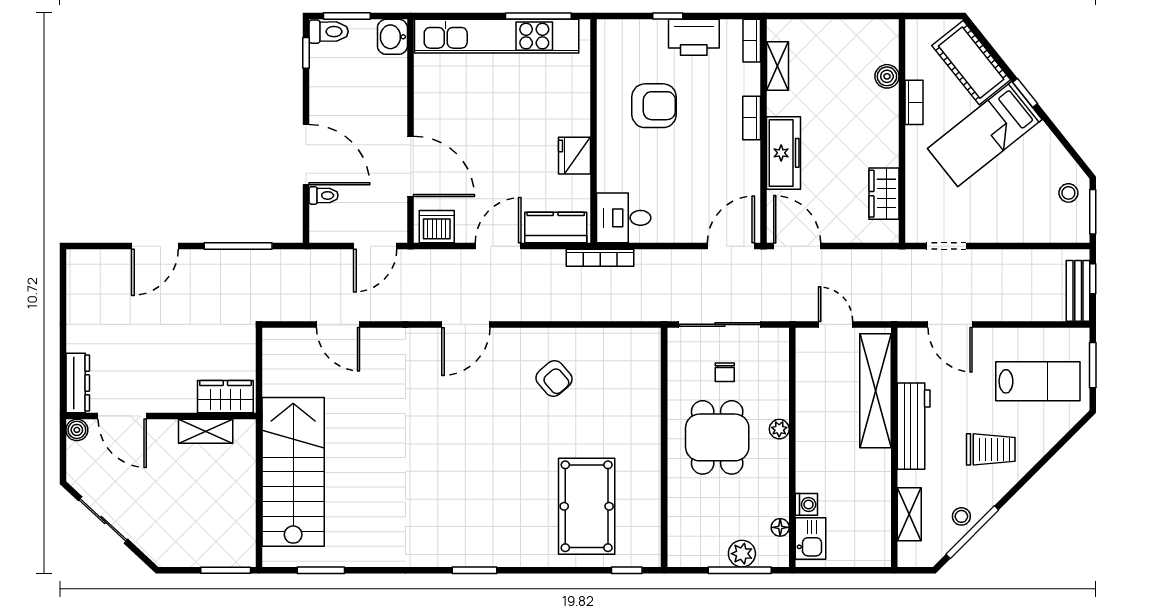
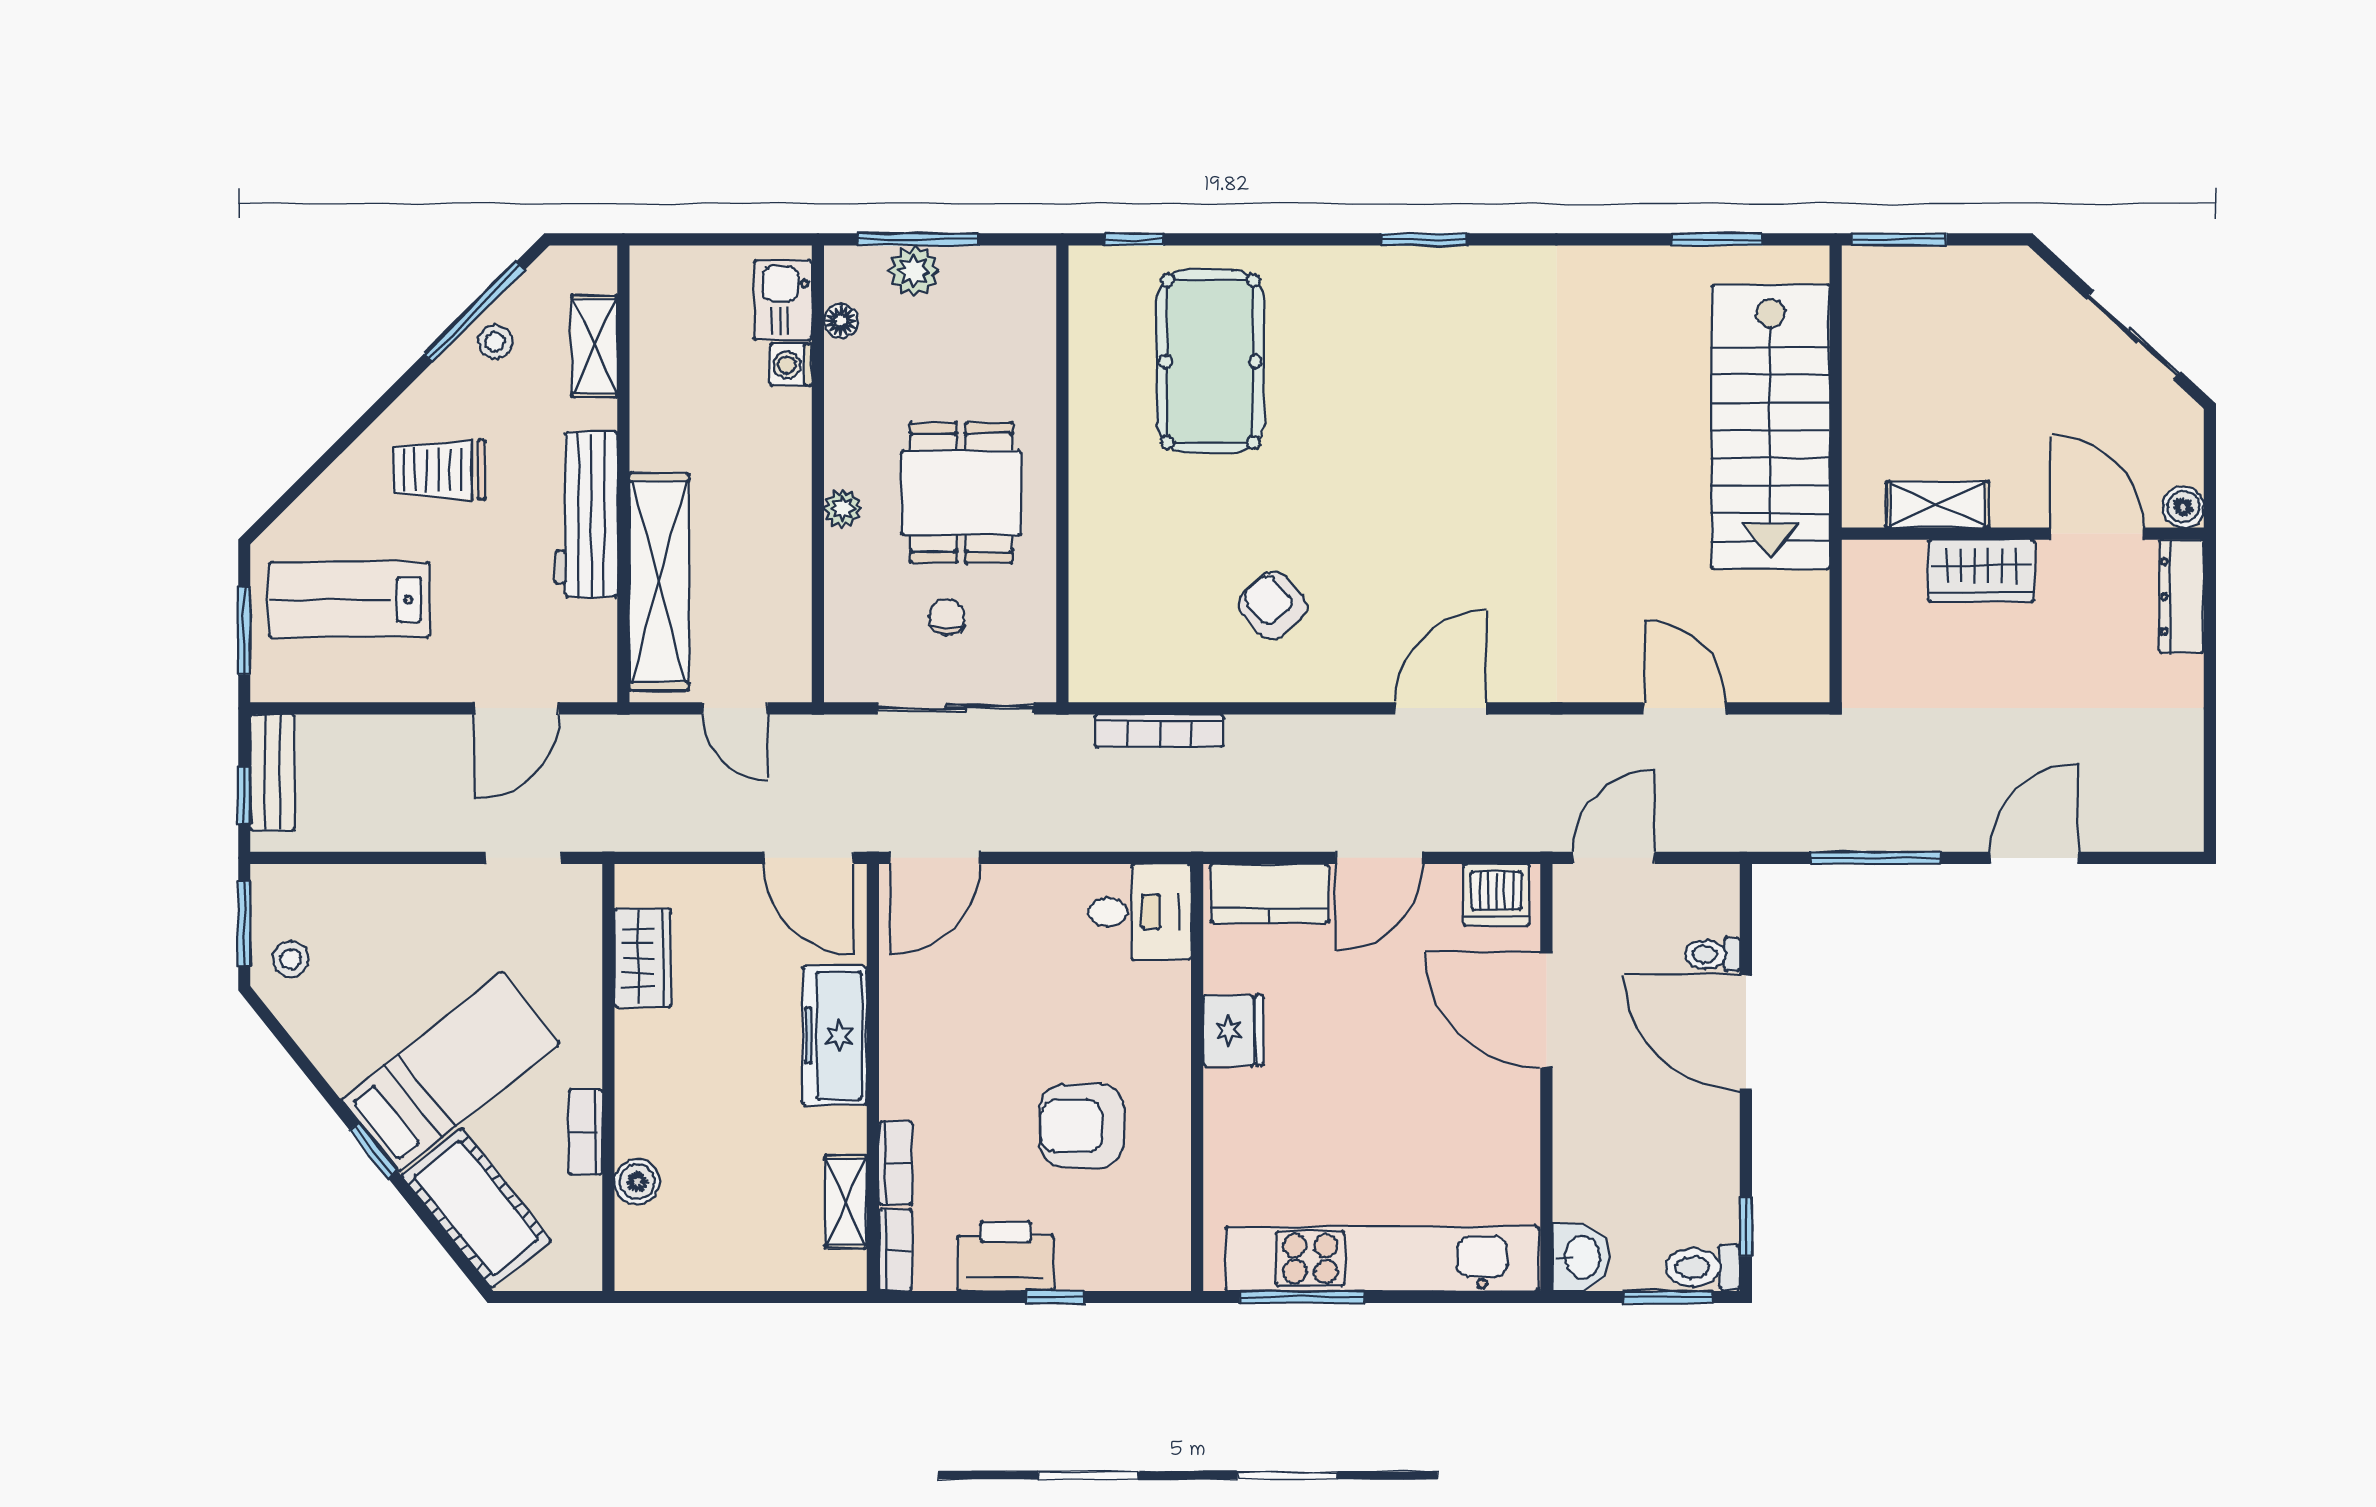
bookcase: (752, 118) -> (896, 1163), moved
bookcase: (600, 258) -> (1159, 731), moved, turned 180
door: (950, 324) -> (517, 708), swing flipped
wardrobe: (225, 397) -> (1981, 571), moved

